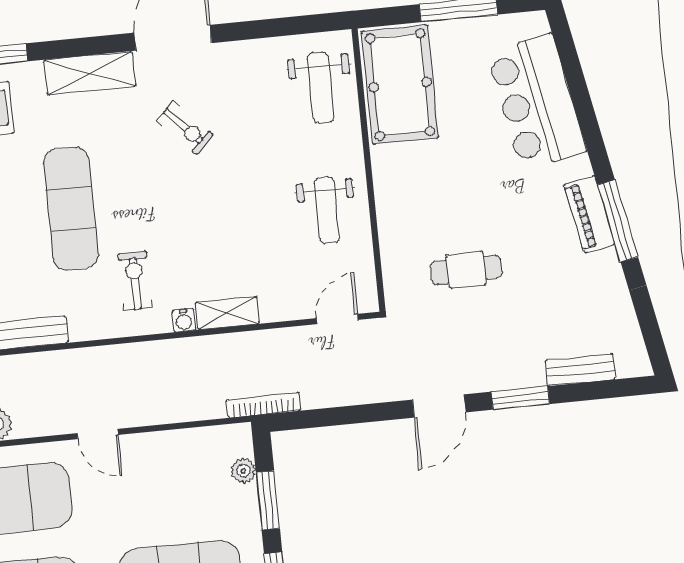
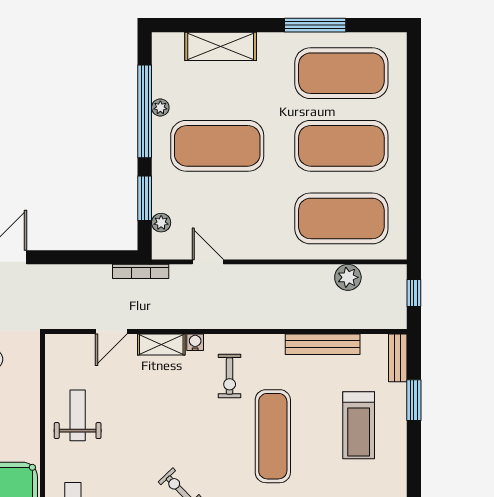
door: (337, 319) -> (111, 332), moved
door: (98, 434) -> (208, 262), moved

